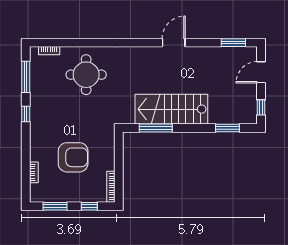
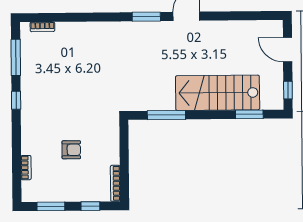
window: (233, 43) -> (146, 17), moved
door: (261, 72) -> (288, 50), hinge flipped
round table: (86, 75) -> (85, 54), removed
stairs: (171, 109) -> (218, 93), moved
armchair: (73, 157) -> (71, 150), width x0.53, depth x0.53

